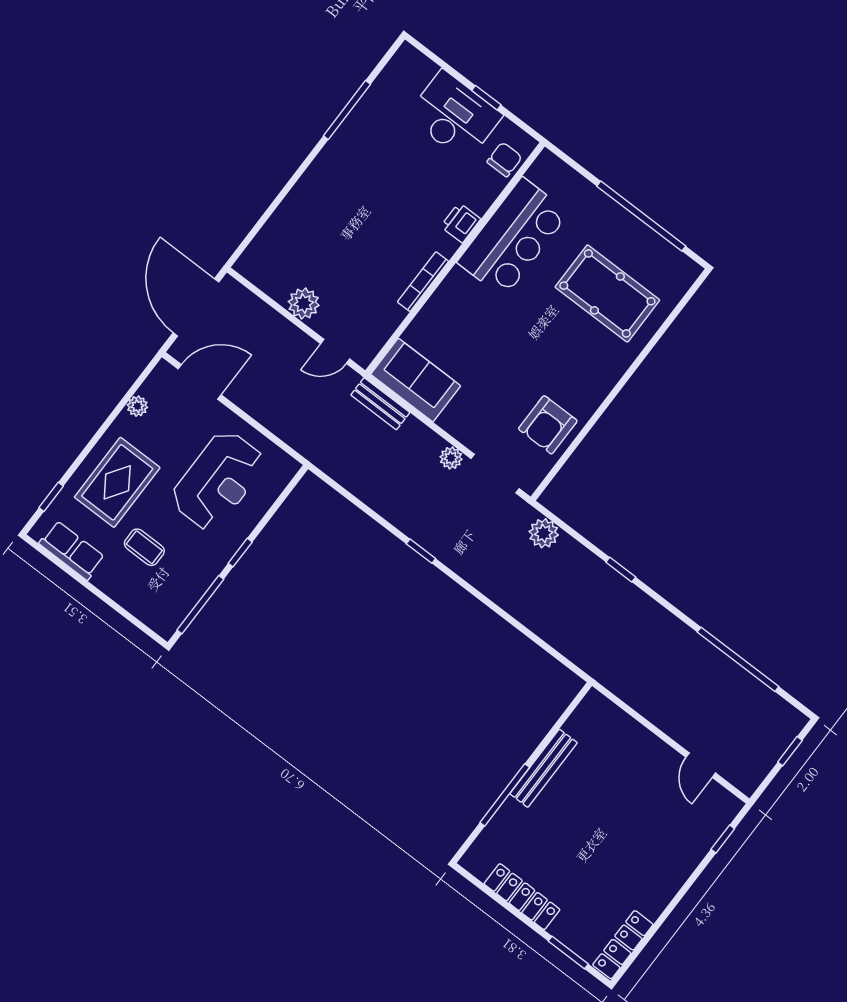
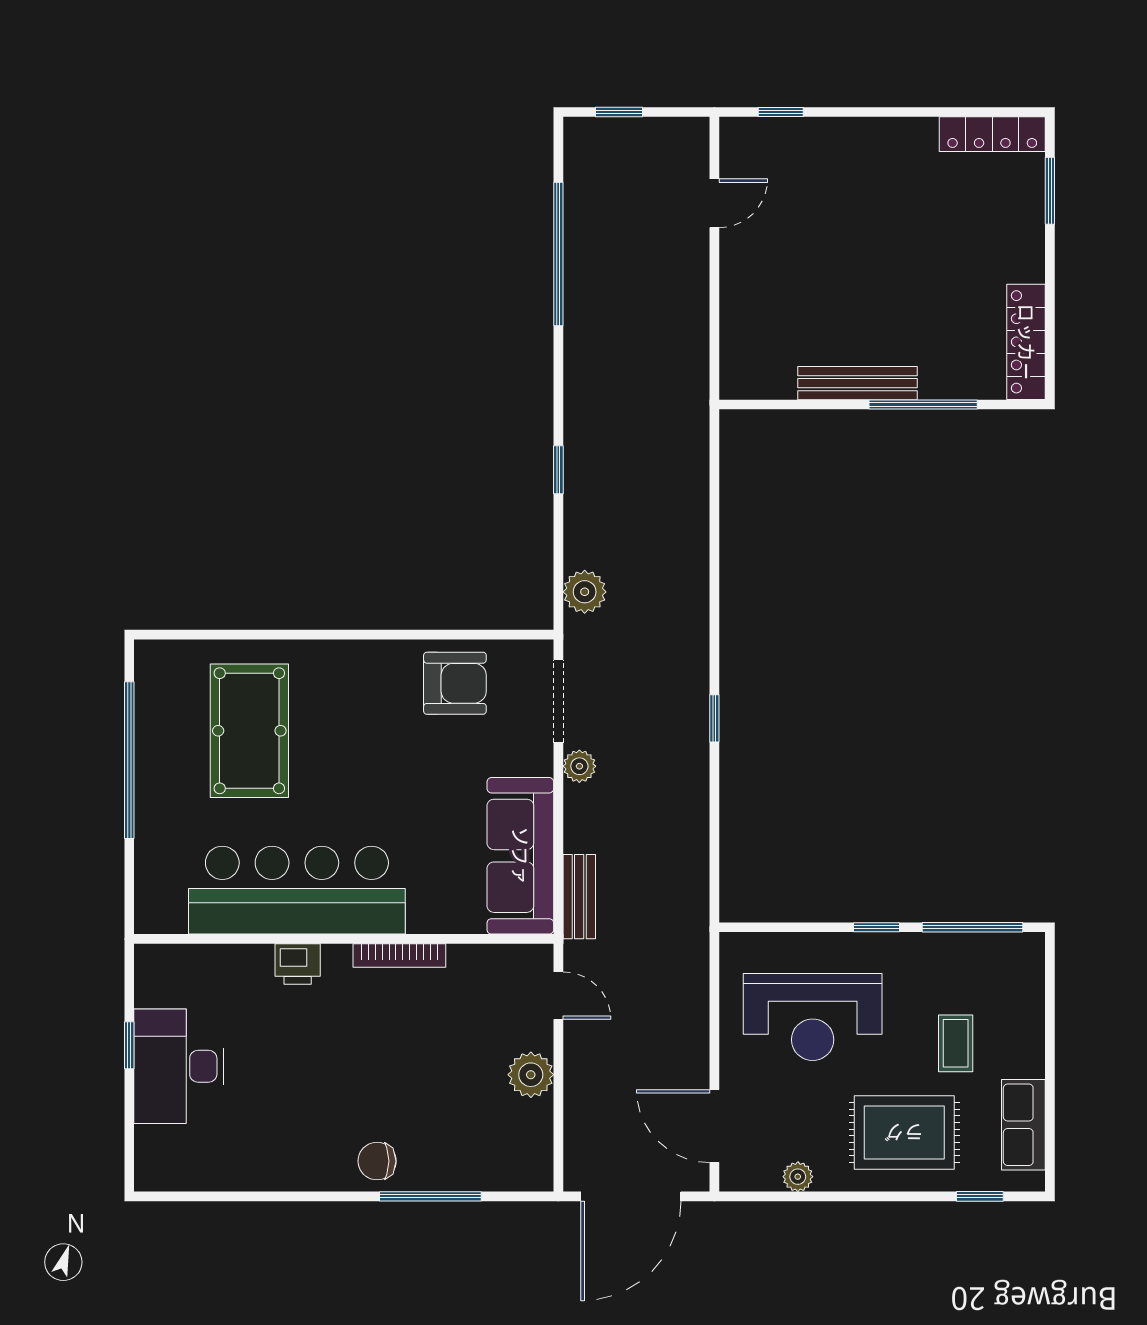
window: (347, 110) -> (430, 1196), moved
chair: (504, 159) -> (377, 1161), moved
bar counter: (513, 237) -> (297, 890), width x1.36
sofa: (416, 380) -> (520, 856), width x1.36
reception desk: (218, 481) -> (813, 1017), turned 180
locker: (522, 897) -> (1026, 342), moved

